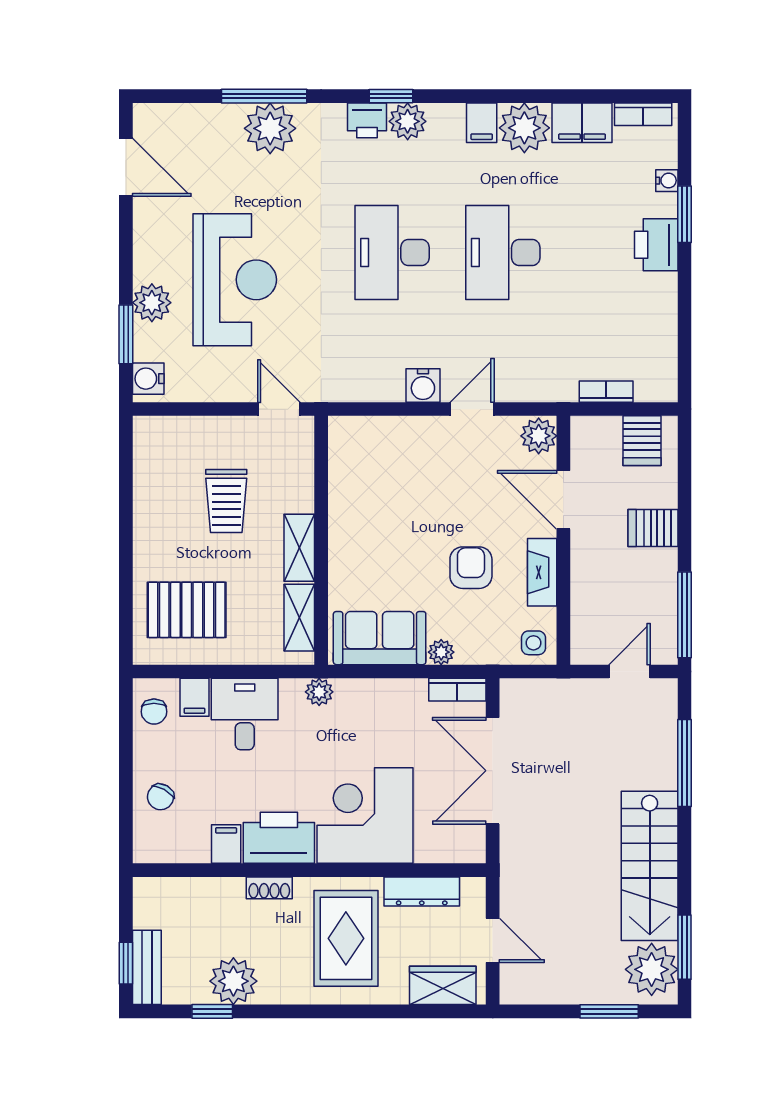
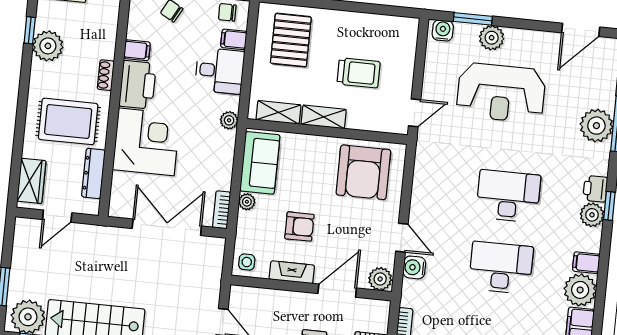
water cooler: (423, 385) -> (414, 267), moved
armchair: (378, 478) -> (363, 172), added
trolley: (226, 501) -> (359, 73), turned 180

